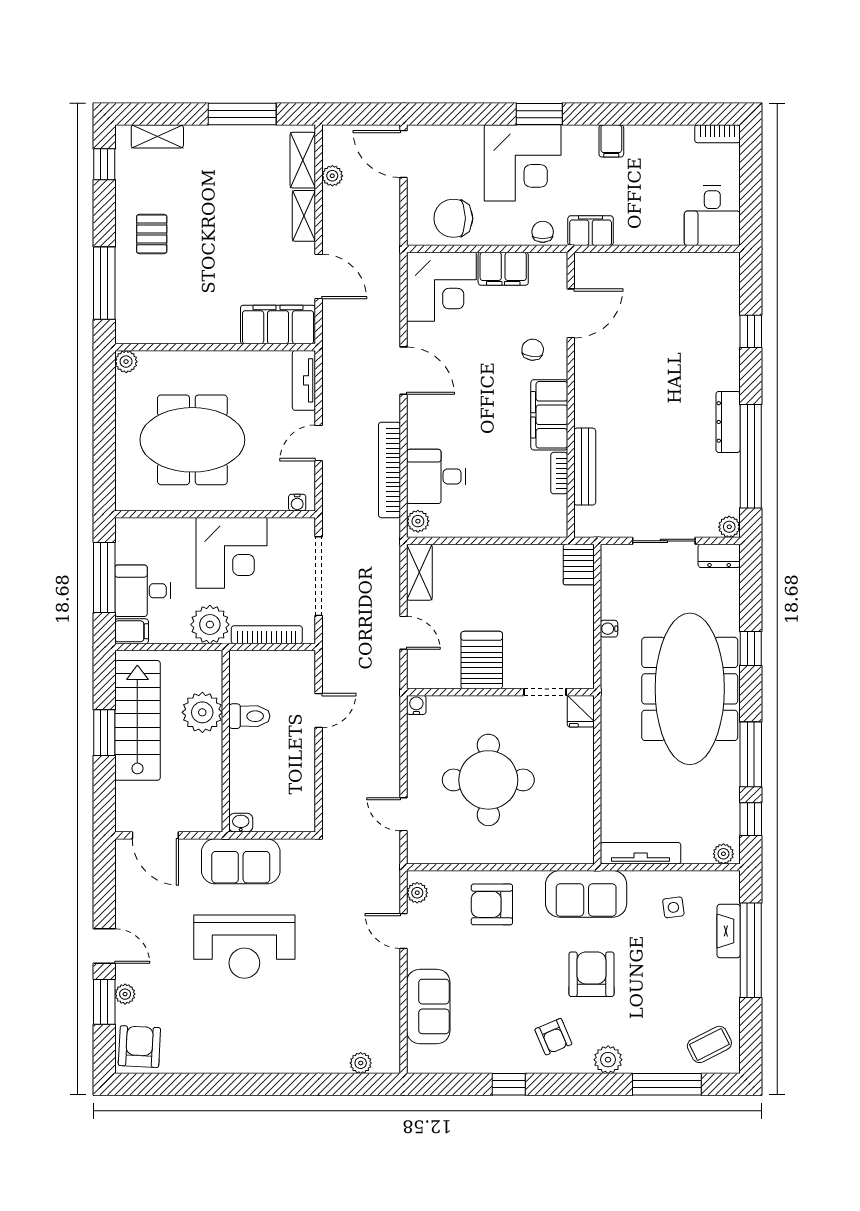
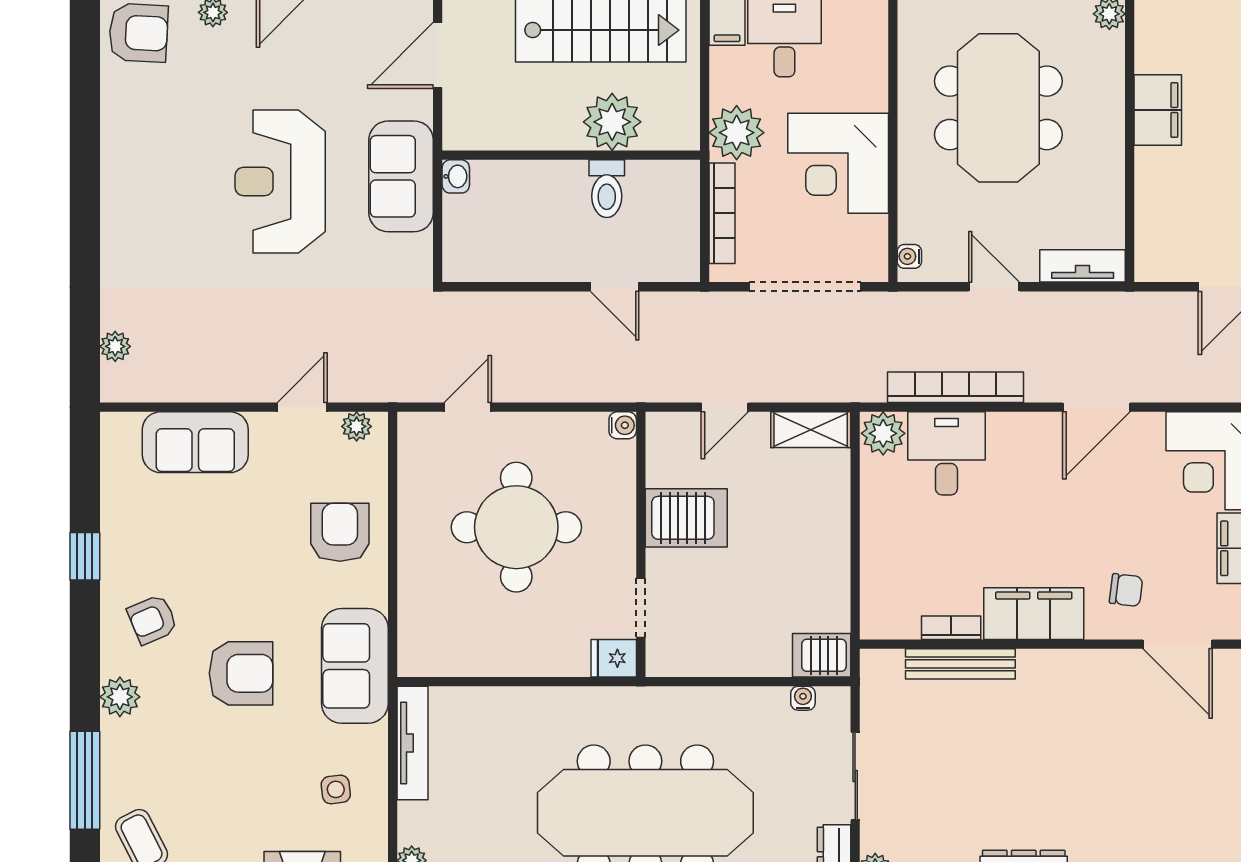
filing cabinet: (278, 325) -> (1158, 110), moved, width x0.67, depth x0.86
plant: (418, 521) -> (883, 433), width x1.38, depth x1.38
water cooler: (609, 629) -> (803, 698), moved

